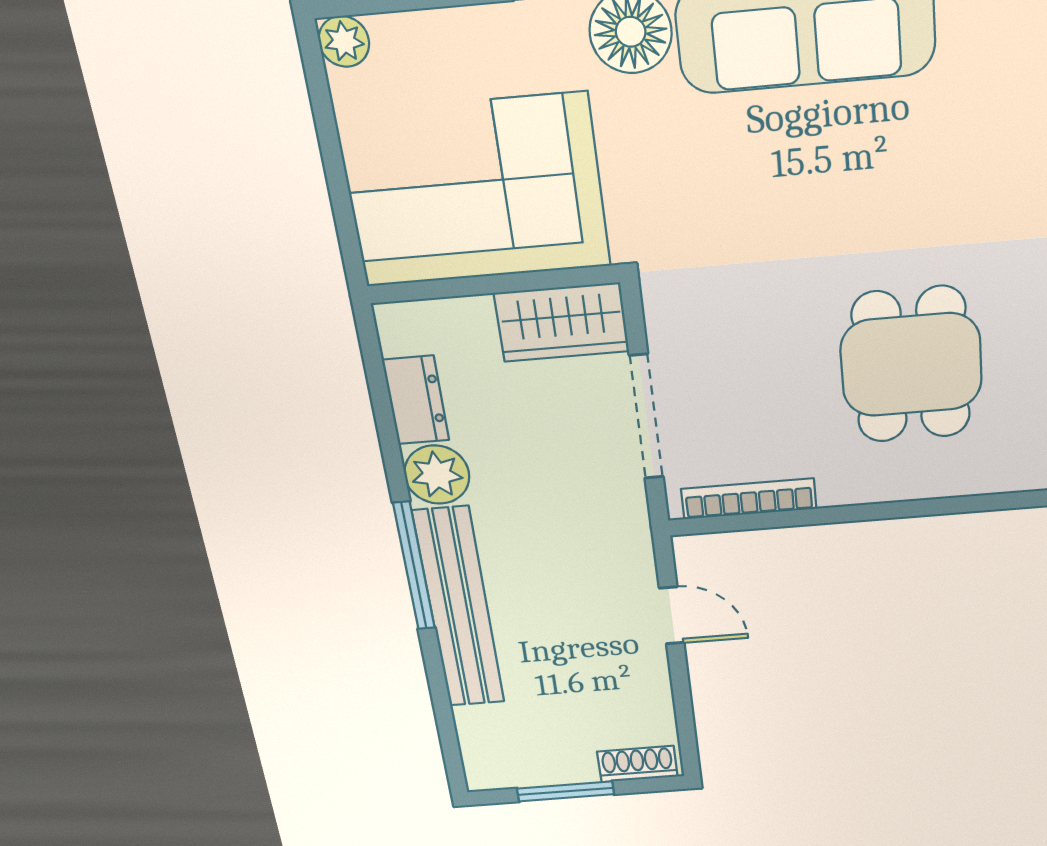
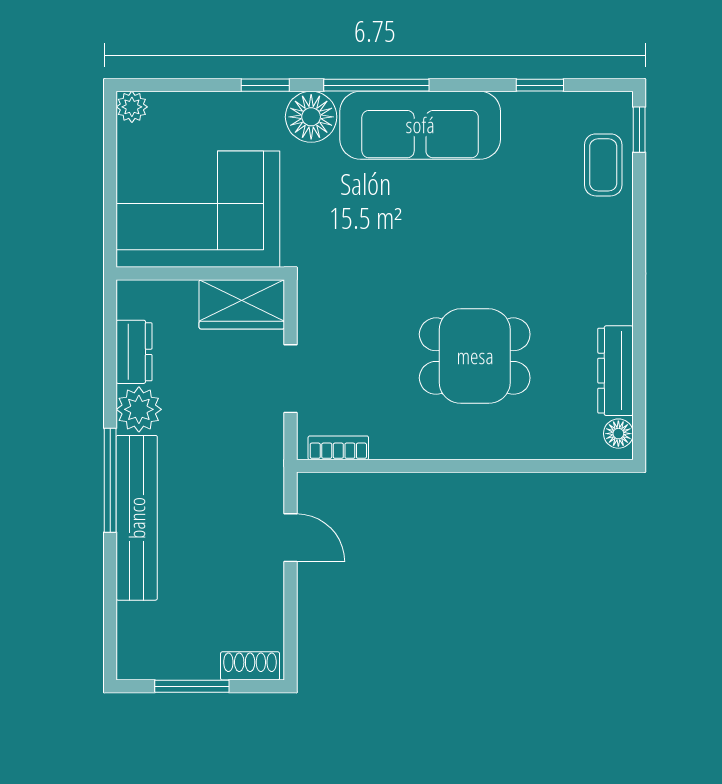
dining table: (911, 365) -> (475, 356), turned 90
doorway: (646, 417) -> (290, 379), width x0.73
bookcase: (749, 499) -> (338, 448), width x0.64

